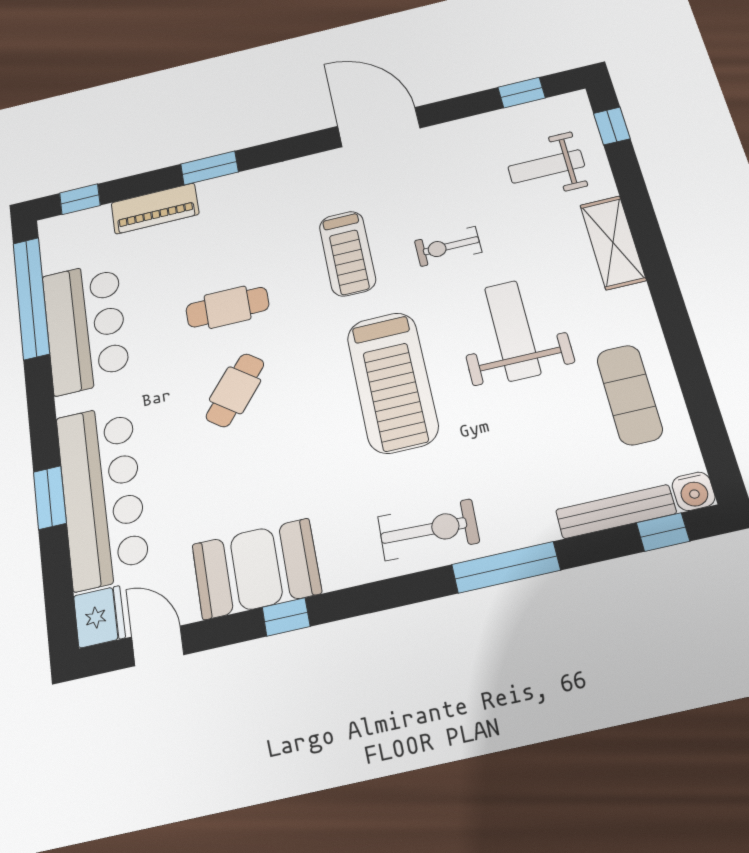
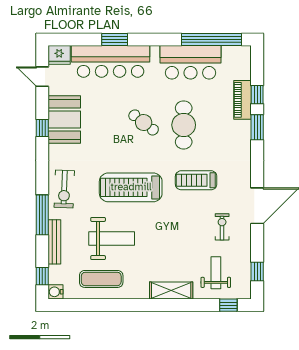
window: (80, 199) -> (257, 95), moved
exercise bike: (448, 246) -> (222, 227), moved
cafe table: (227, 307) -> (184, 125), width x1.37, depth x1.35
weight bench: (513, 330) -> (112, 239), moved
bench: (616, 512) -> (54, 242), moved
door: (158, 646) -> (42, 77), swing flipped

